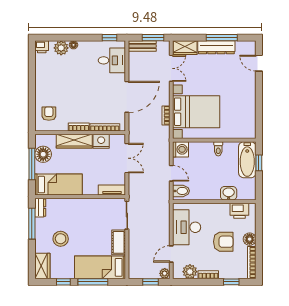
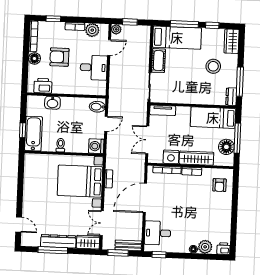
door: (171, 173) -> (106, 124), swing flipped
desk: (187, 227) -> (94, 68), width x0.73

